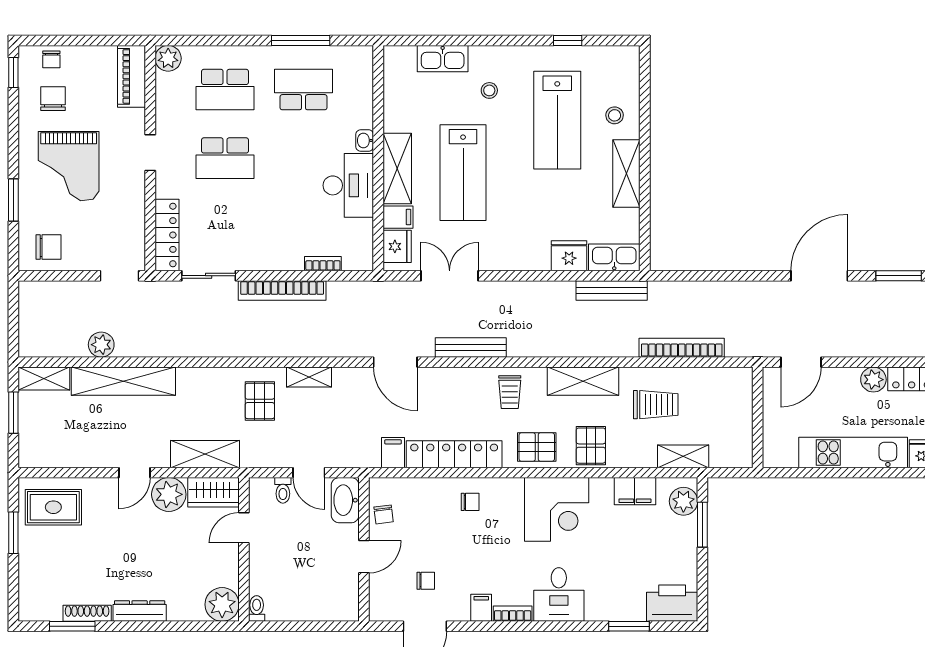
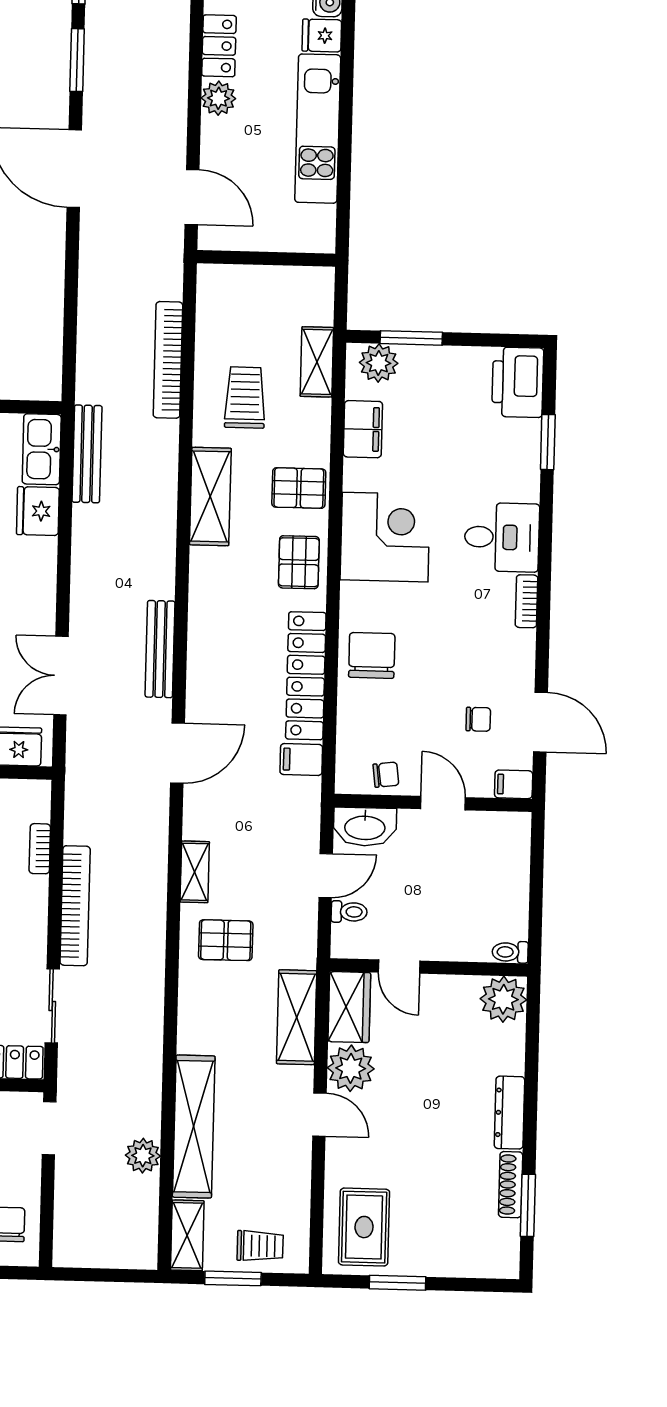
trolley: (510, 392) -> (260, 1246), moved
chair: (470, 502) -> (372, 655), width x1.87, depth x1.87
chair: (426, 581) -> (478, 719), turned 90
filing cabinet: (481, 608) -> (514, 784), moved

